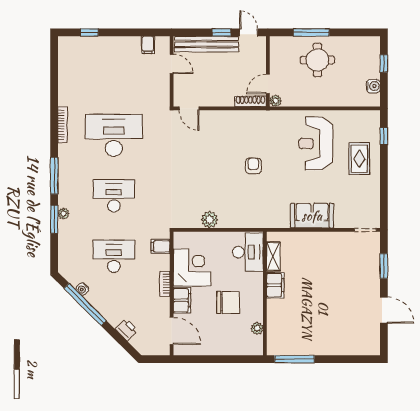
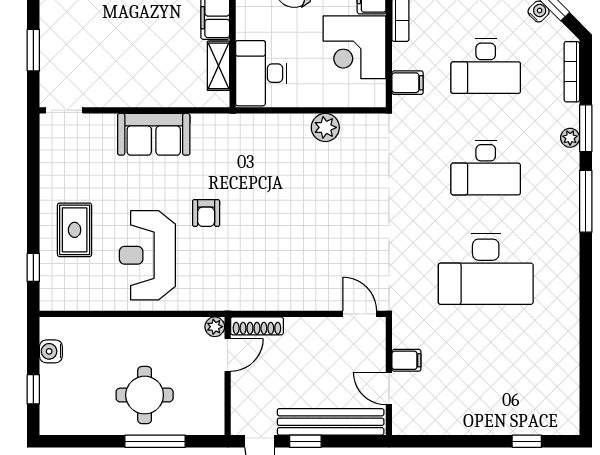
filing cabinet: (148, 45) -> (406, 360), moved, turned 90
bookcase: (63, 125) -> (572, 72), moved
reception desk: (316, 143) -> (147, 255), turned 180
armchair: (253, 166) -> (206, 213), moved

